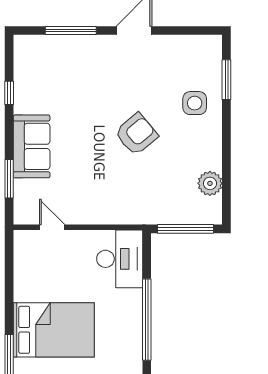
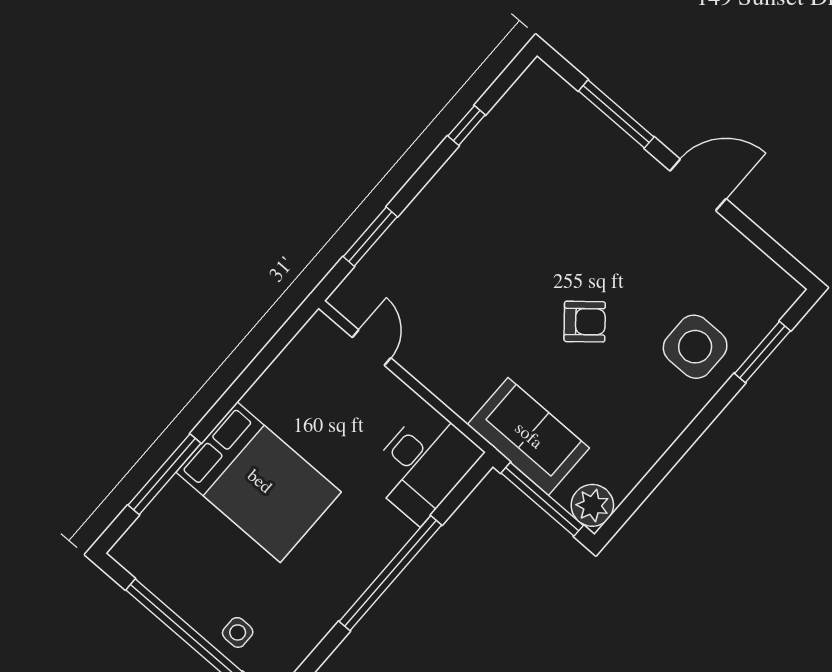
side table: (195, 103) -> (695, 347), width x1.37, depth x1.37
armchair: (136, 134) -> (585, 322), width x0.72, depth x0.72
sofa: (32, 146) -> (528, 436), moved, turned -90
plant: (210, 183) -> (592, 505), moved

